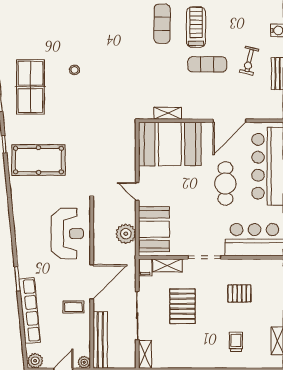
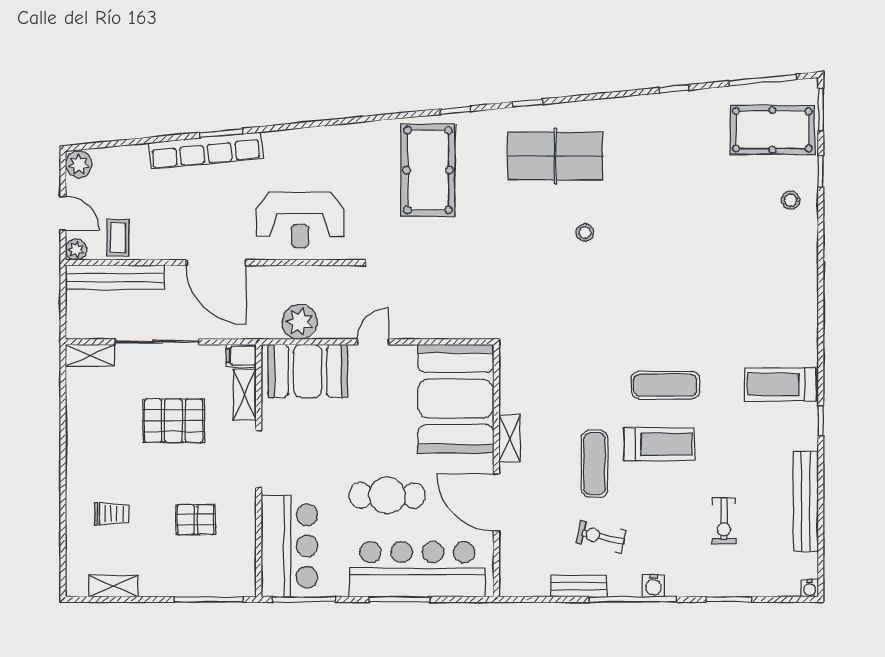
shelving: (168, 113) -> (509, 438), moved
pallet: (239, 293) -> (196, 520), turned 90
coffee table: (74, 307) -> (118, 238), moved
row of seats: (30, 311) -> (206, 151), moved

